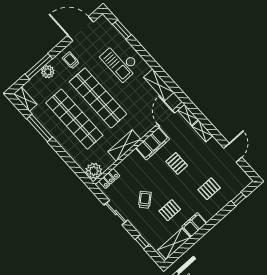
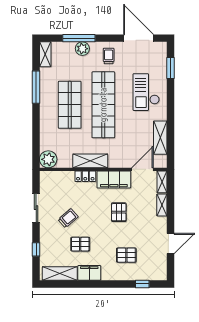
shop shelf: (74, 119) -> (70, 105), width x0.71
locker: (109, 178) -> (85, 176), moved

